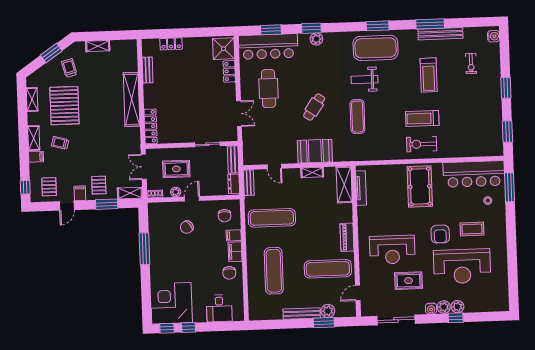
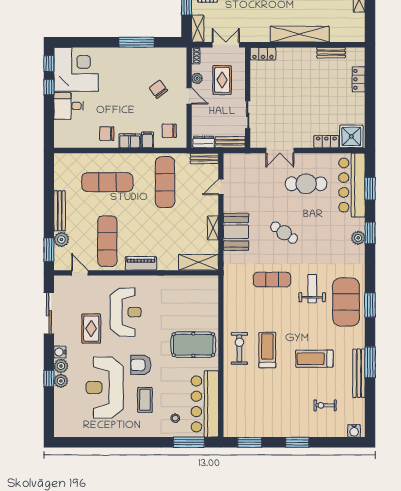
locker: (151, 126) -> (263, 54), width x0.66
tv unit: (361, 188) -> (194, 280), removed
reception desk: (392, 250) -> (126, 312), turned 180
desk: (219, 308) -> (69, 106), moved
window: (324, 323) -> (49, 250), moved

